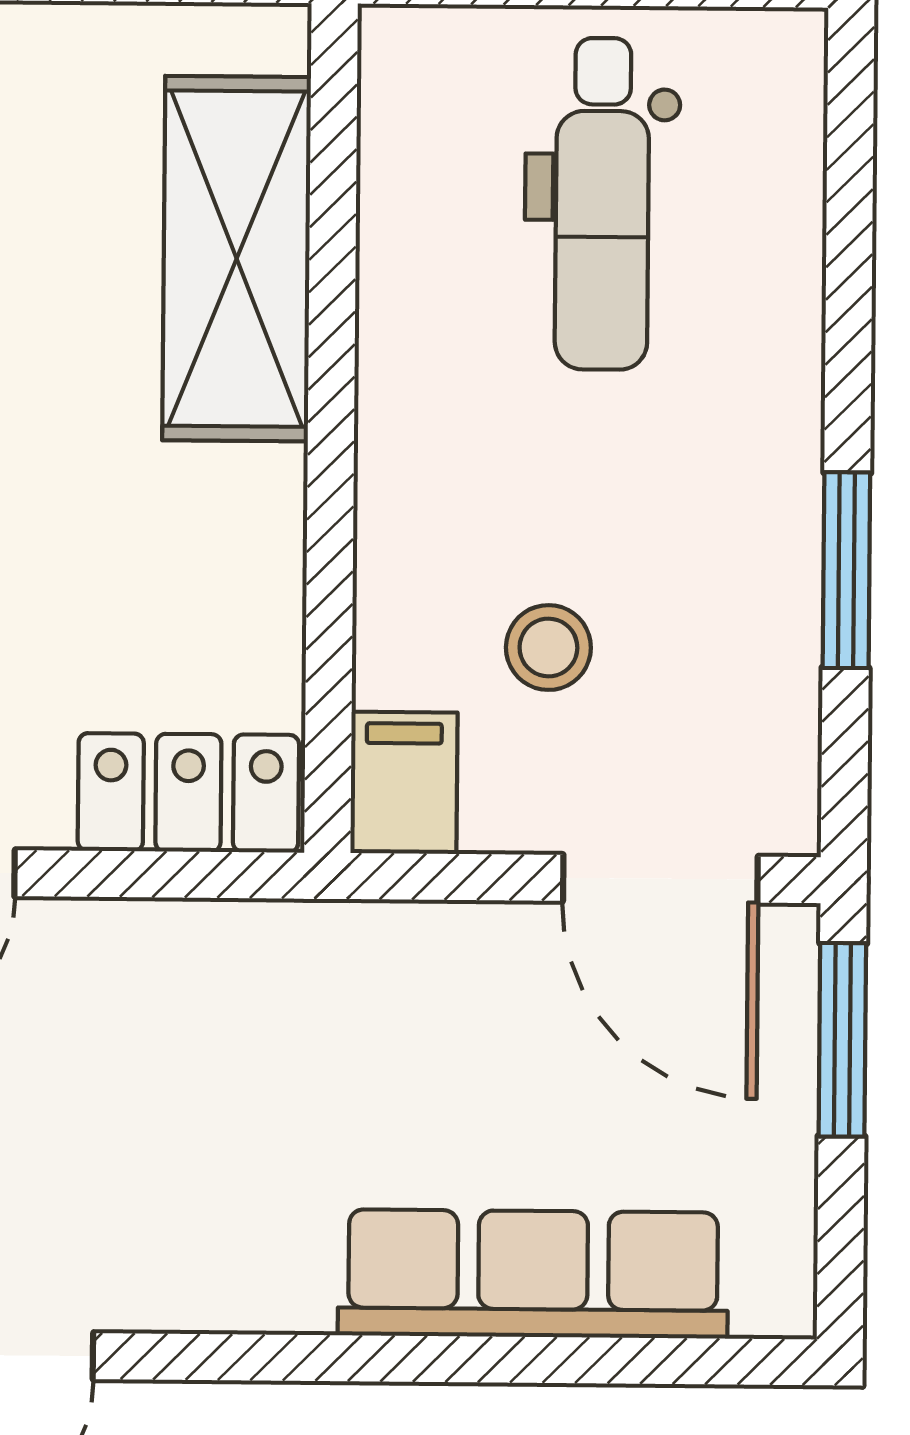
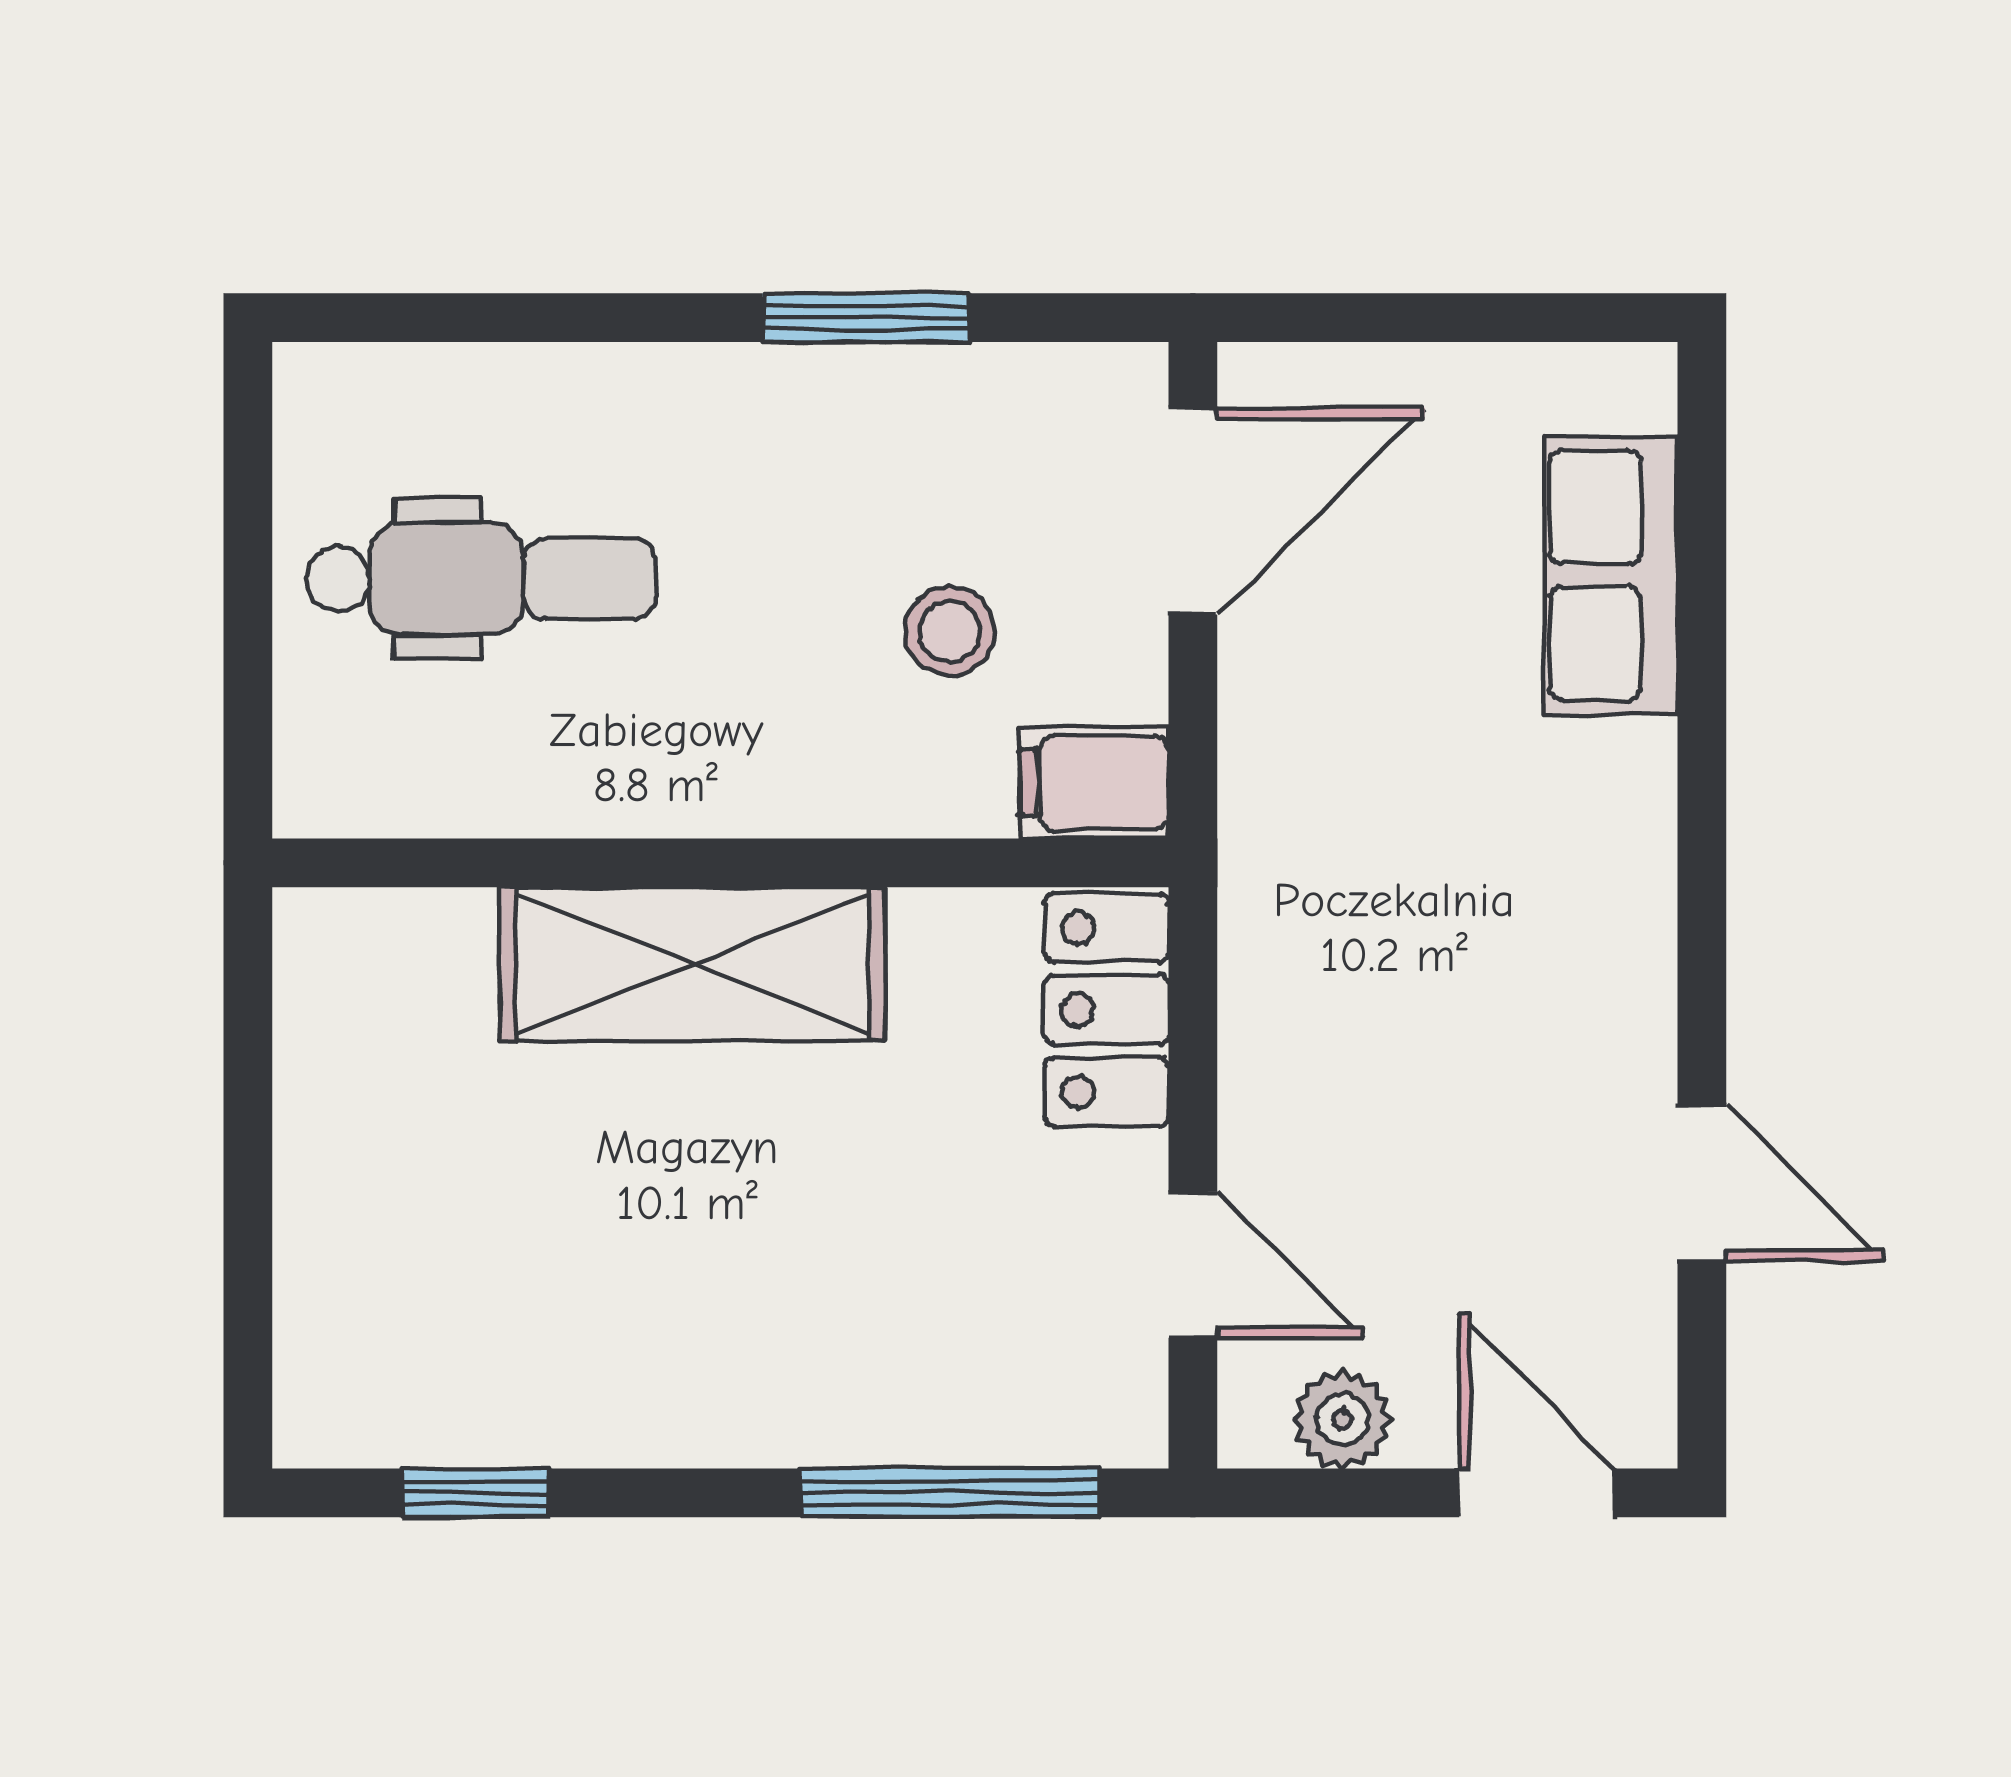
shelving: (237, 259) -> (692, 964), moved
window: (842, 1040) -> (1361, 318), removed
row of seats: (533, 1274) -> (1611, 575), width x0.68

